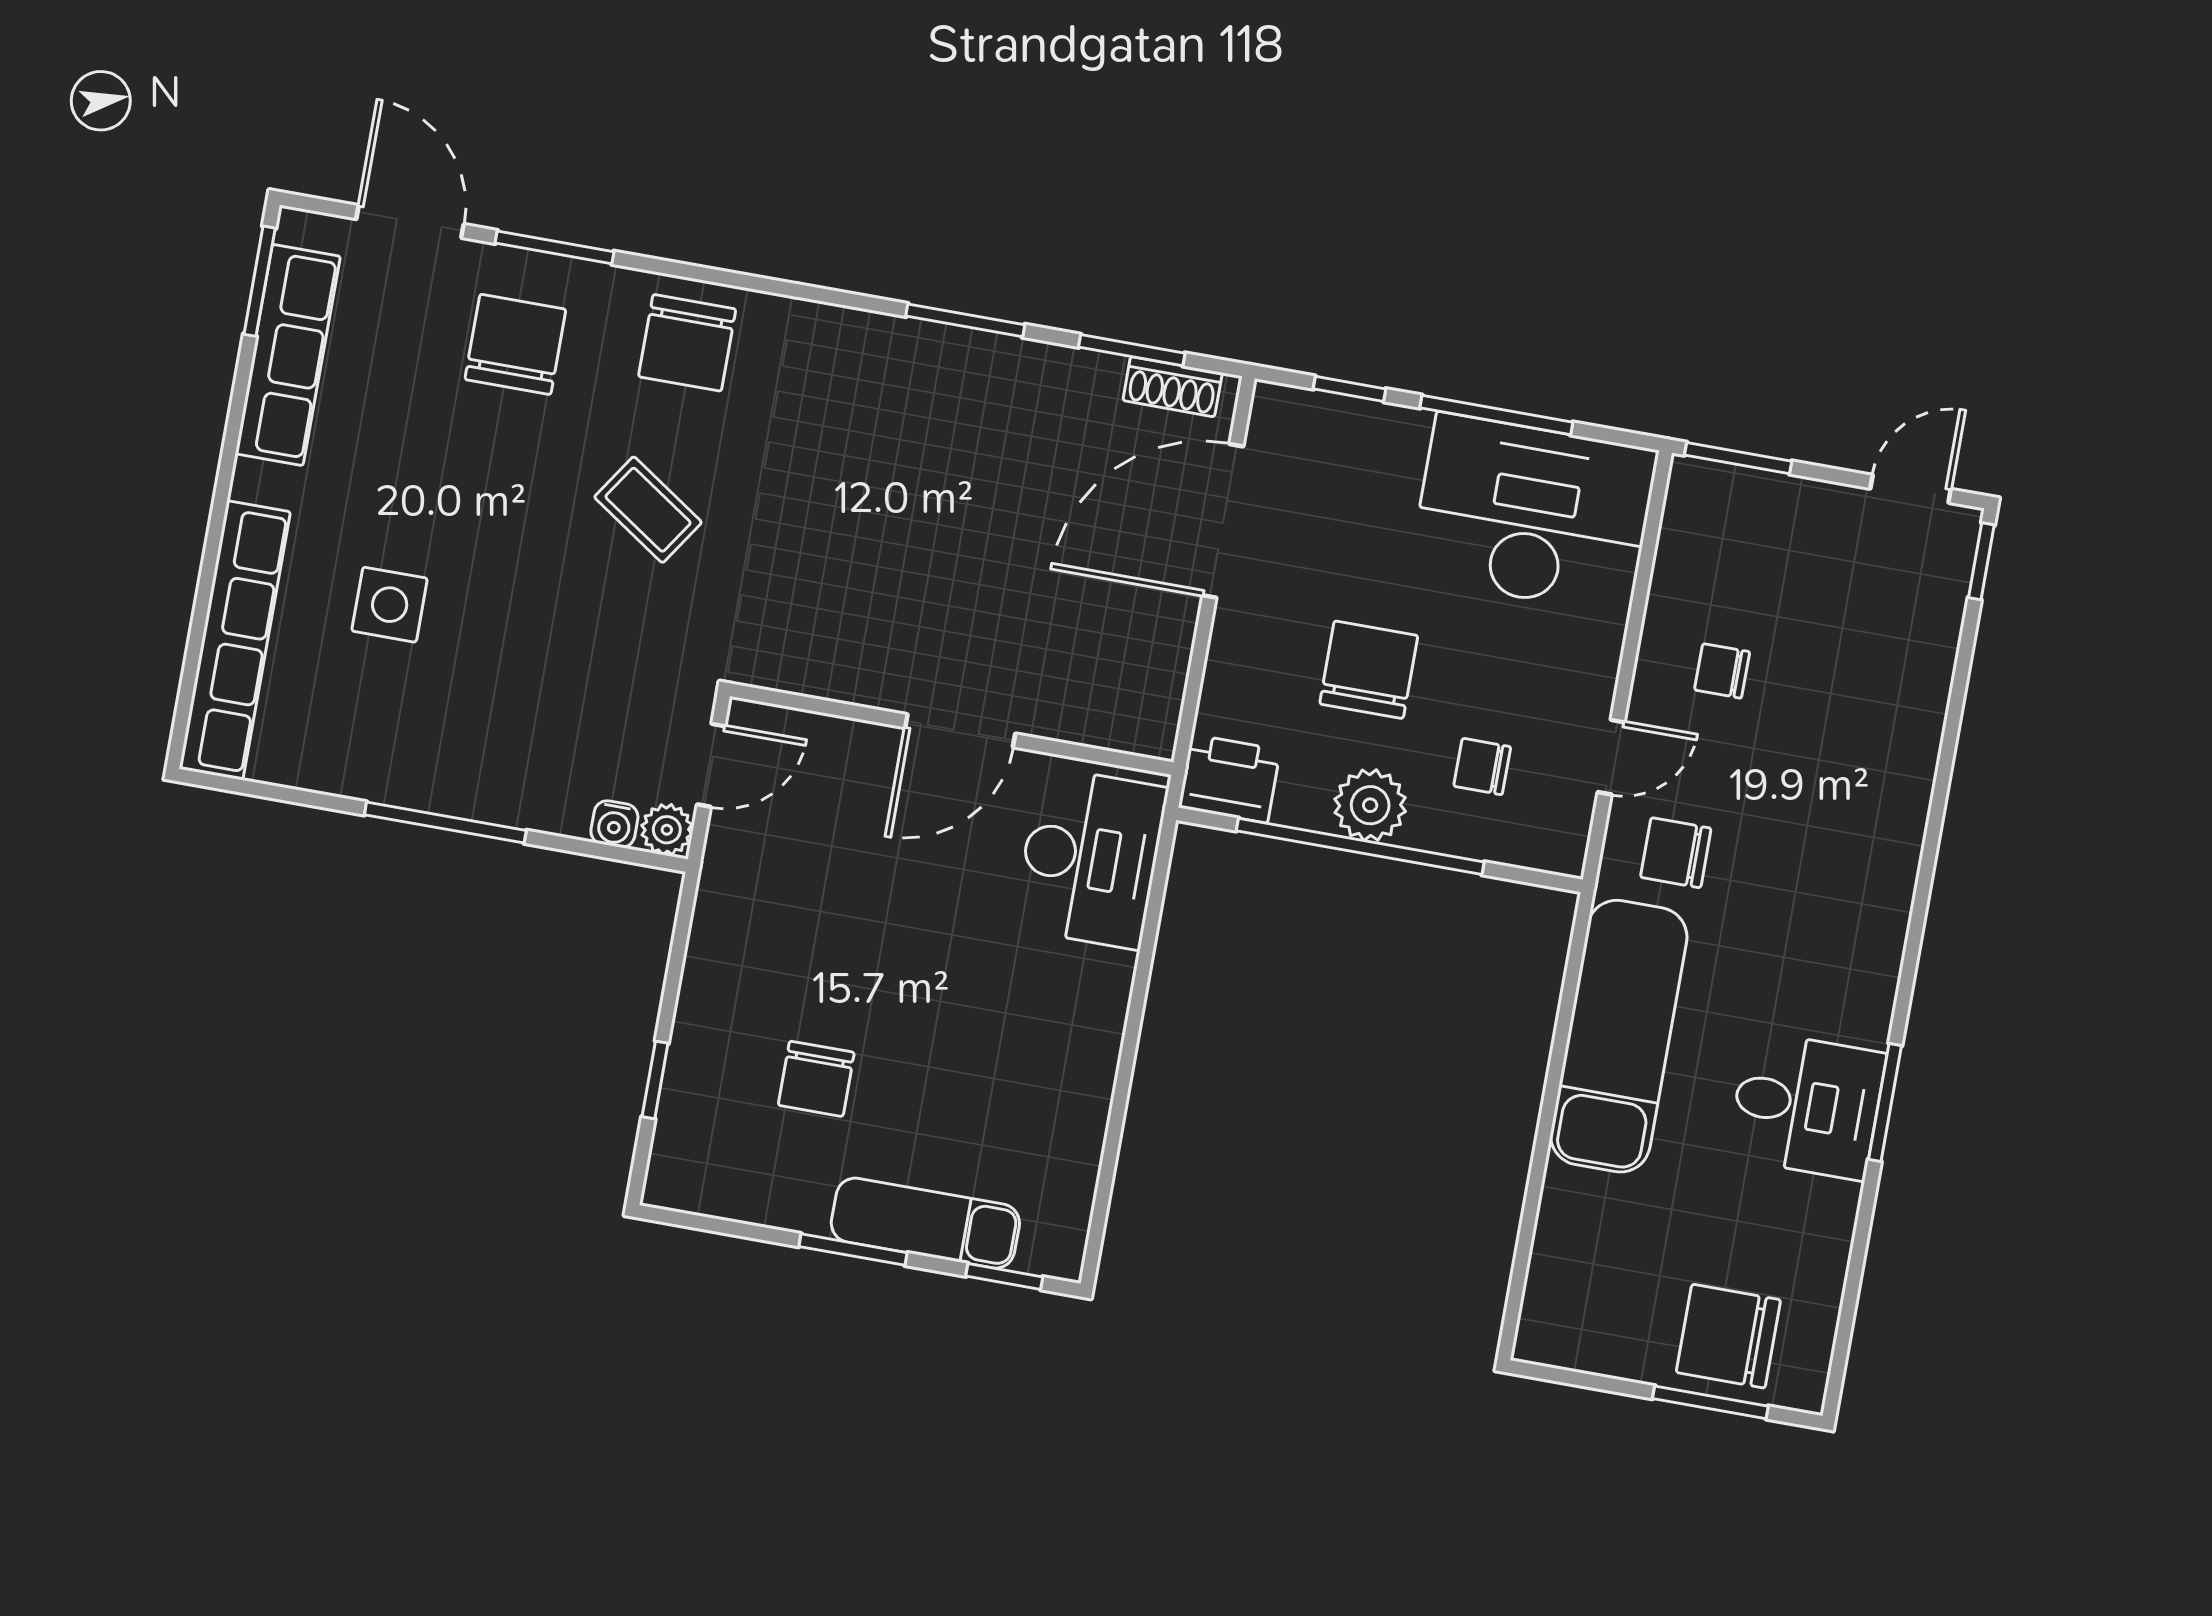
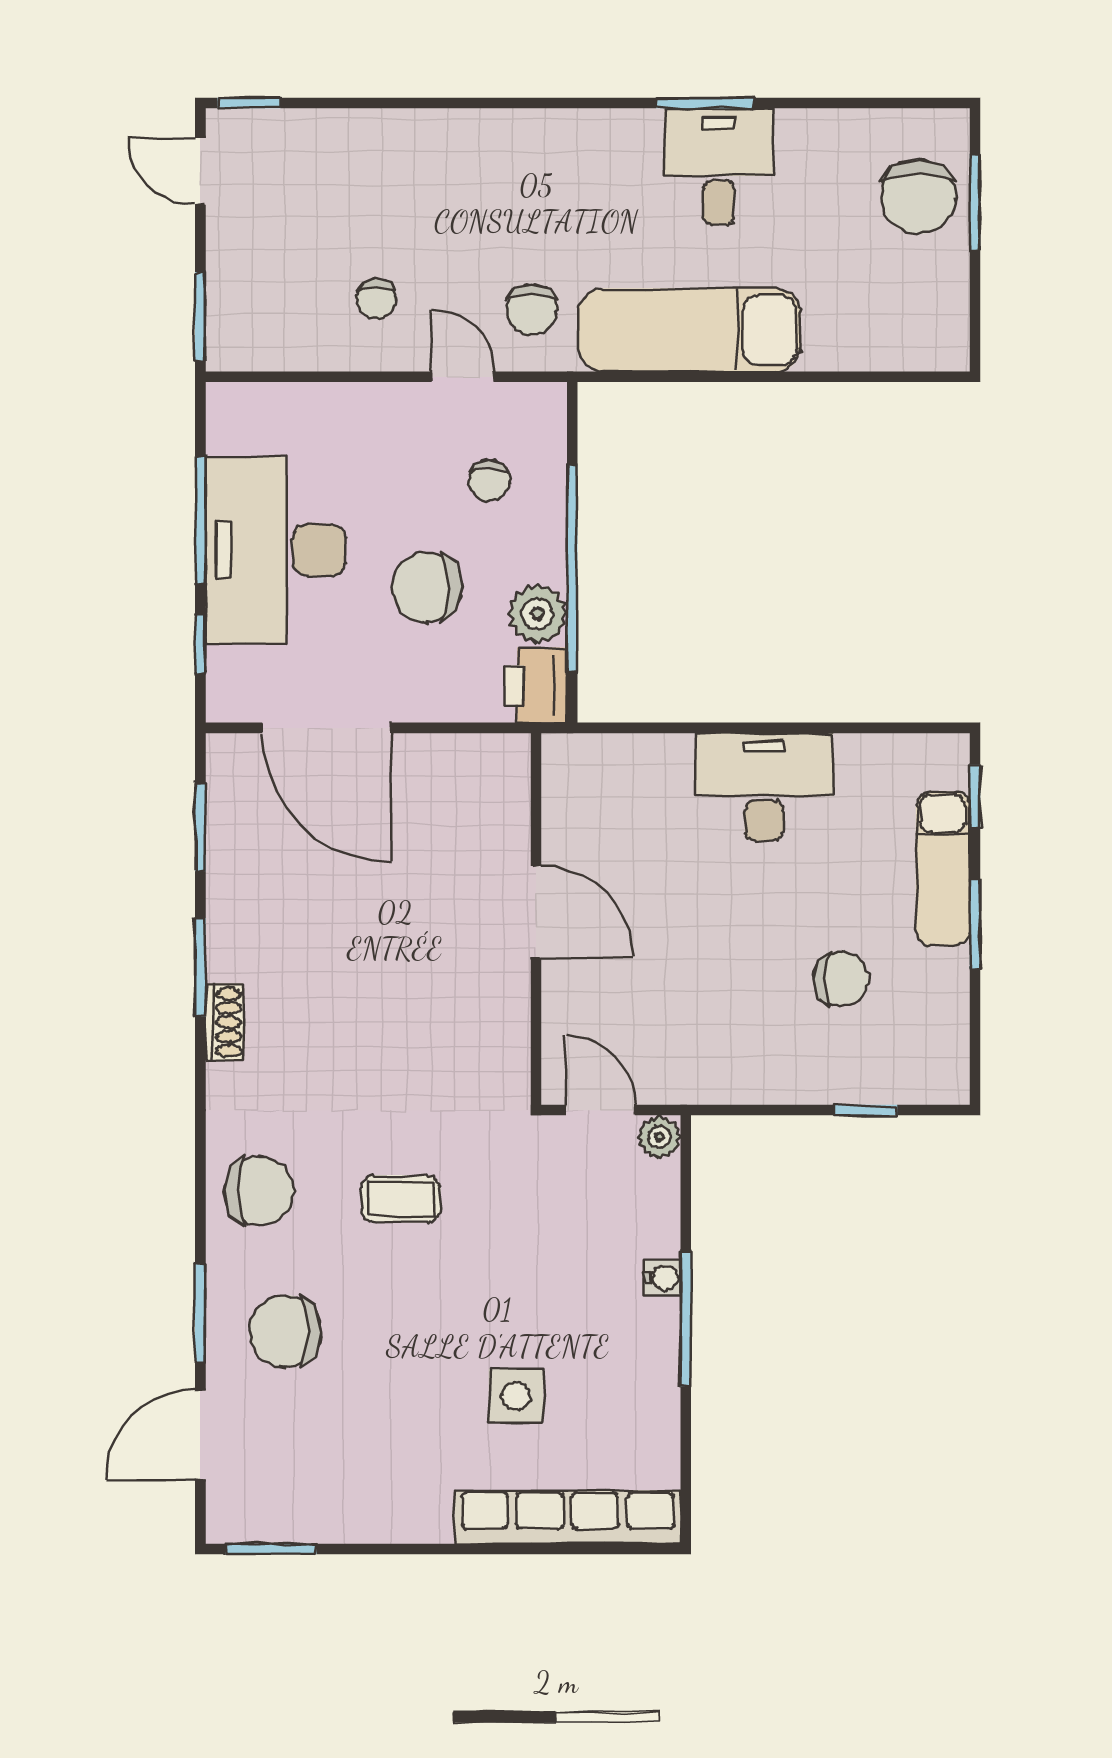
row of seats: (288, 355) -> (327, 1515), removed
shoe rack: (1173, 387) -> (224, 1022), moved
coffee table: (648, 510) -> (401, 1199), turned 56
desk: (1533, 514) -> (276, 550), moved
plant: (1370, 805) -> (537, 614), moved
water cooler: (614, 824) -> (662, 1277), moved
desk: (1090, 858) -> (764, 787), moved

